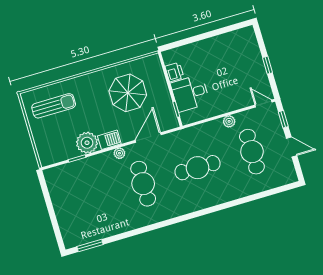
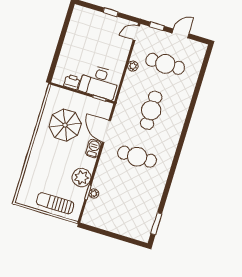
desk: (190, 93) -> (99, 82), width x1.37
sun lounger: (54, 106) -> (55, 203), moved, turned -90
barbecue: (109, 140) -> (93, 149), moved
plant: (119, 153) -> (94, 193), moved

